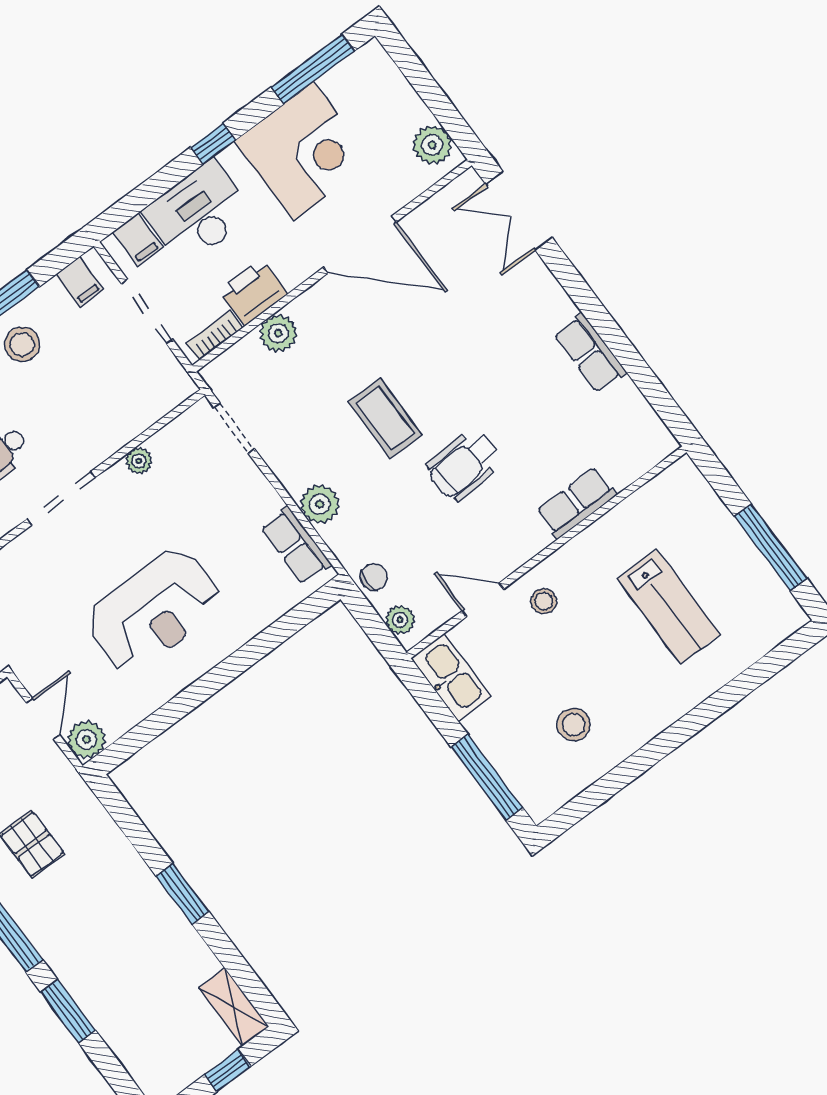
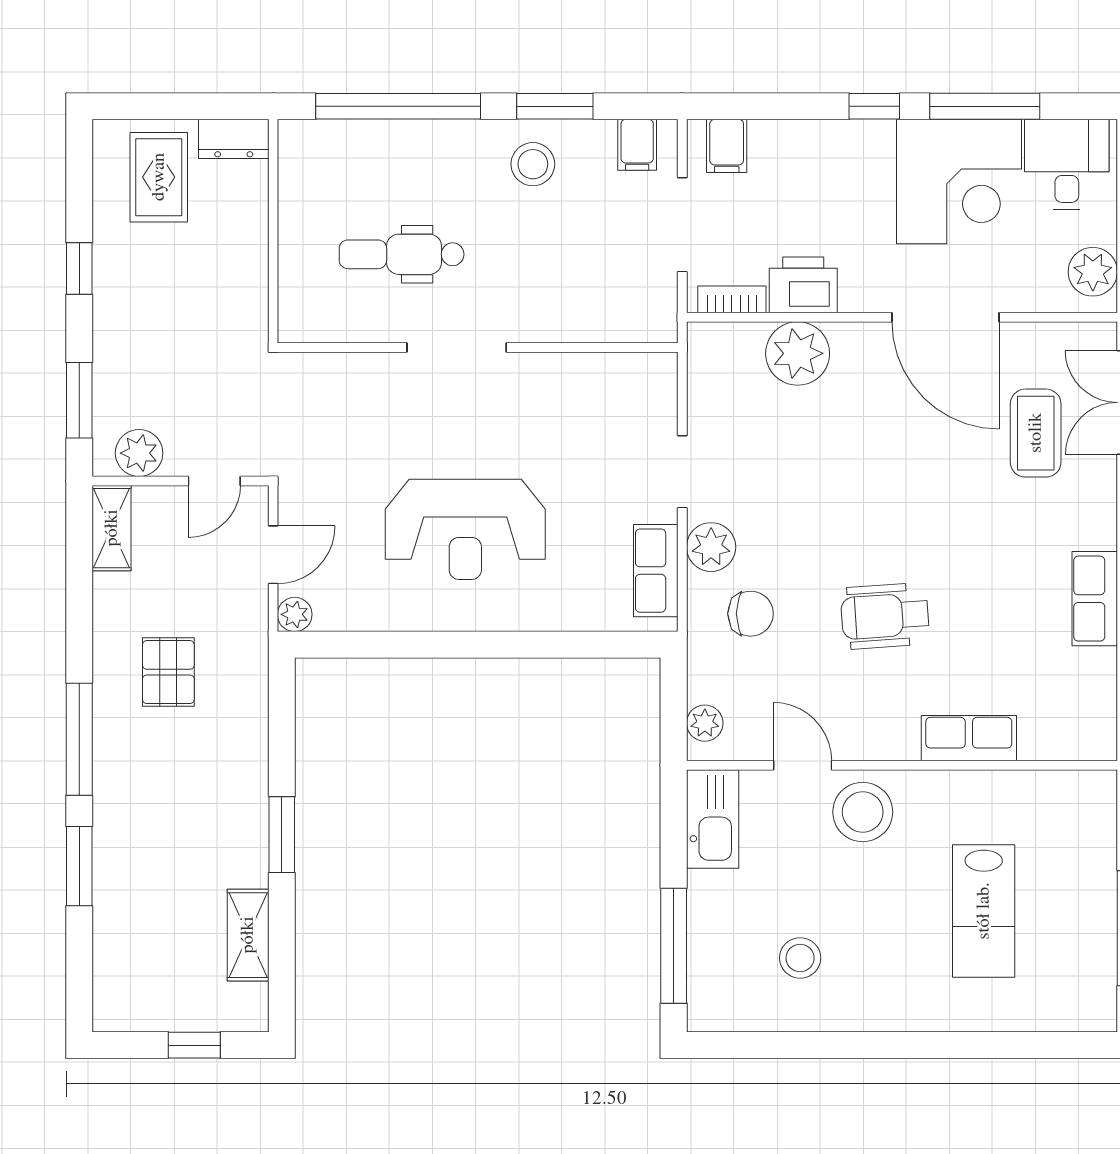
window: (313, 69) -> (985, 106), moved
desk: (198, 213) -> (1067, 165), moved, width x0.73
plant: (278, 333) -> (798, 353), width x1.36, depth x1.36
coffee table: (385, 418) -> (1036, 433), moved
doorway: (234, 428) -> (682, 472), moved
plant: (139, 461) -> (562, 368), removed
chair: (374, 577) -> (751, 614), moved, width x1.37, depth x1.37
stool: (544, 601) -> (863, 812), width x1.89, depth x1.89
plant: (86, 739) -> (295, 614), width x0.73, depth x0.73
shelving: (234, 1007) -> (248, 935), moved

